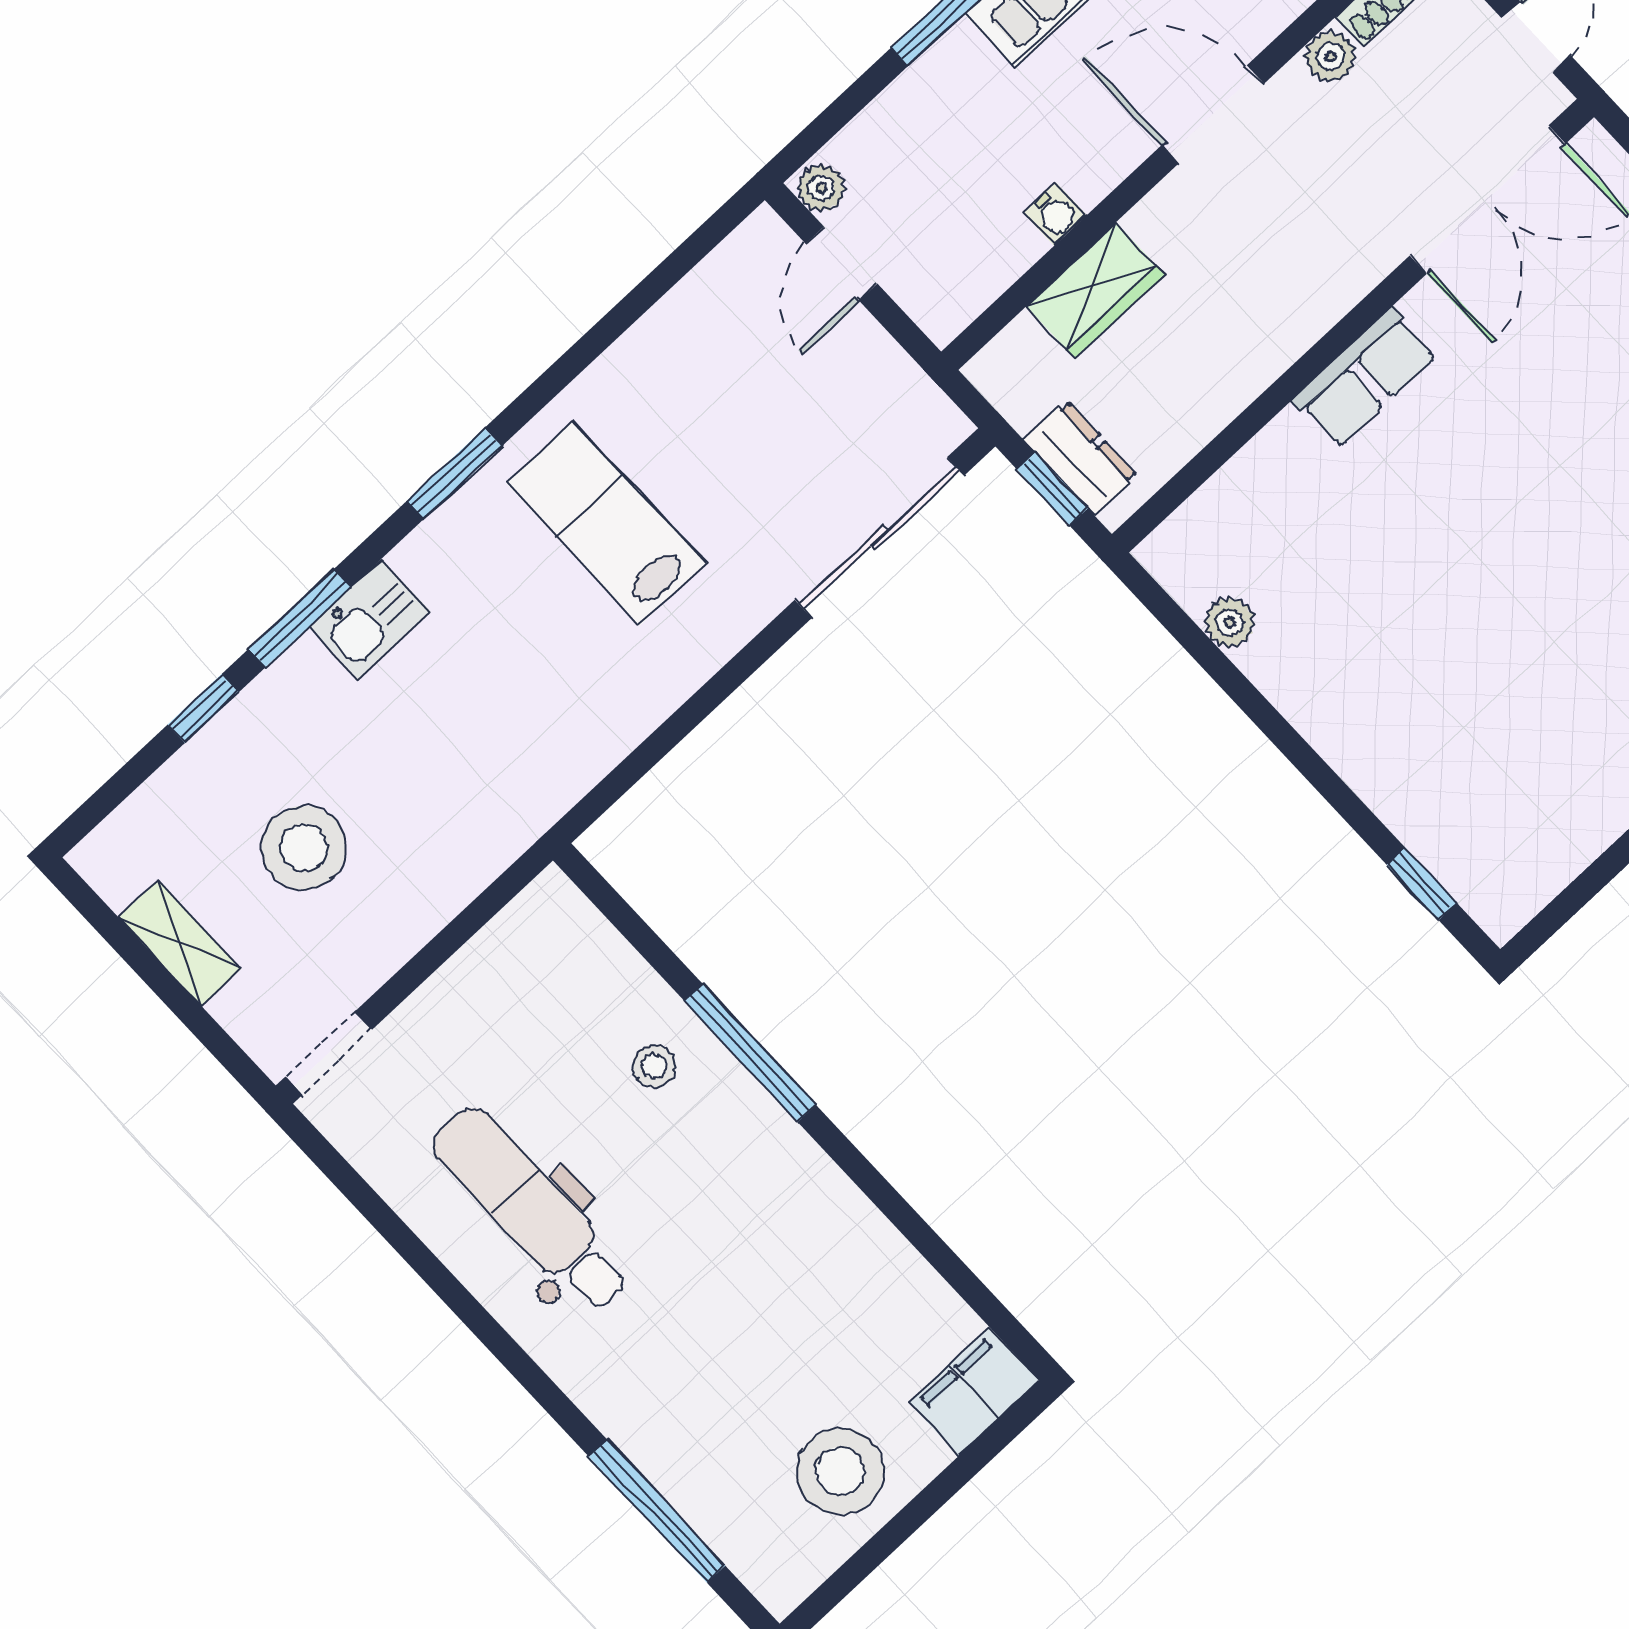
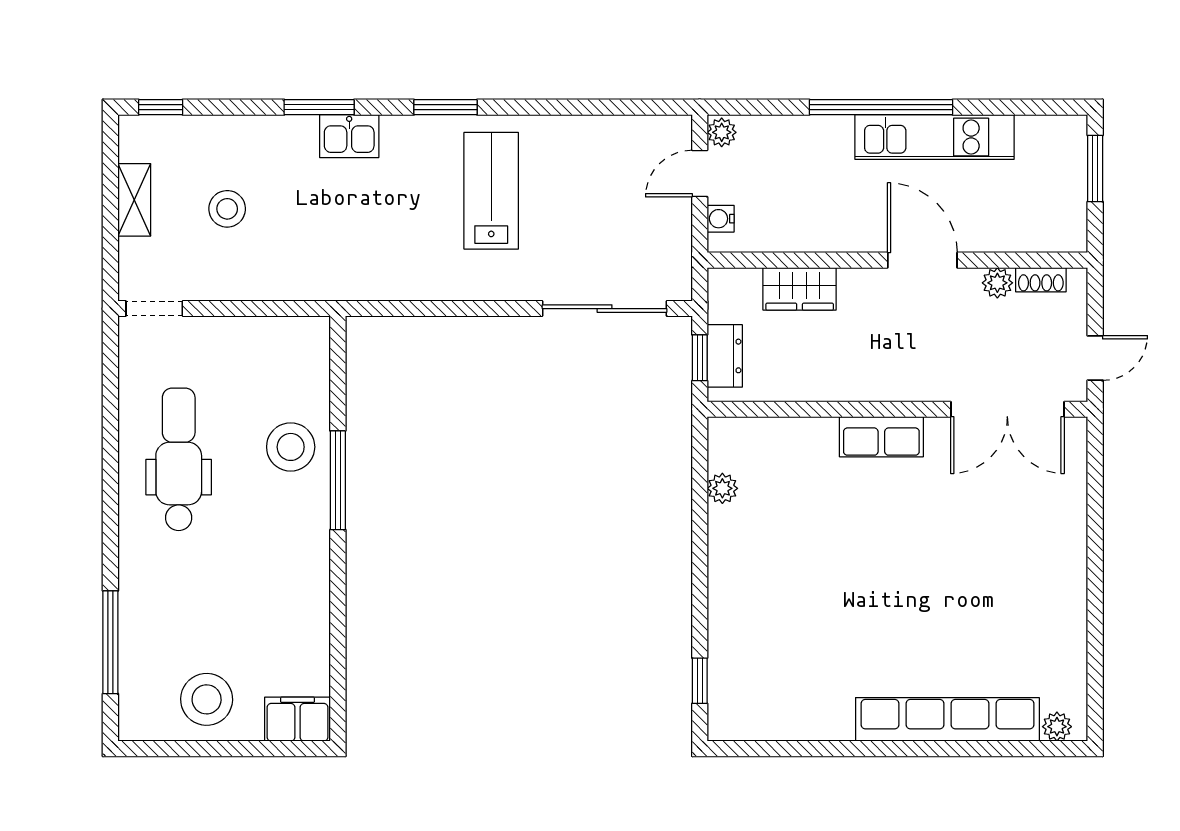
water cooler: (1055, 214) -> (721, 219), moved, turned 90
window: (203, 709) -> (161, 107), moved
stool: (304, 848) -> (227, 209), width x0.73, depth x0.73
stool: (654, 1066) -> (291, 447), width x1.89, depth x1.89

